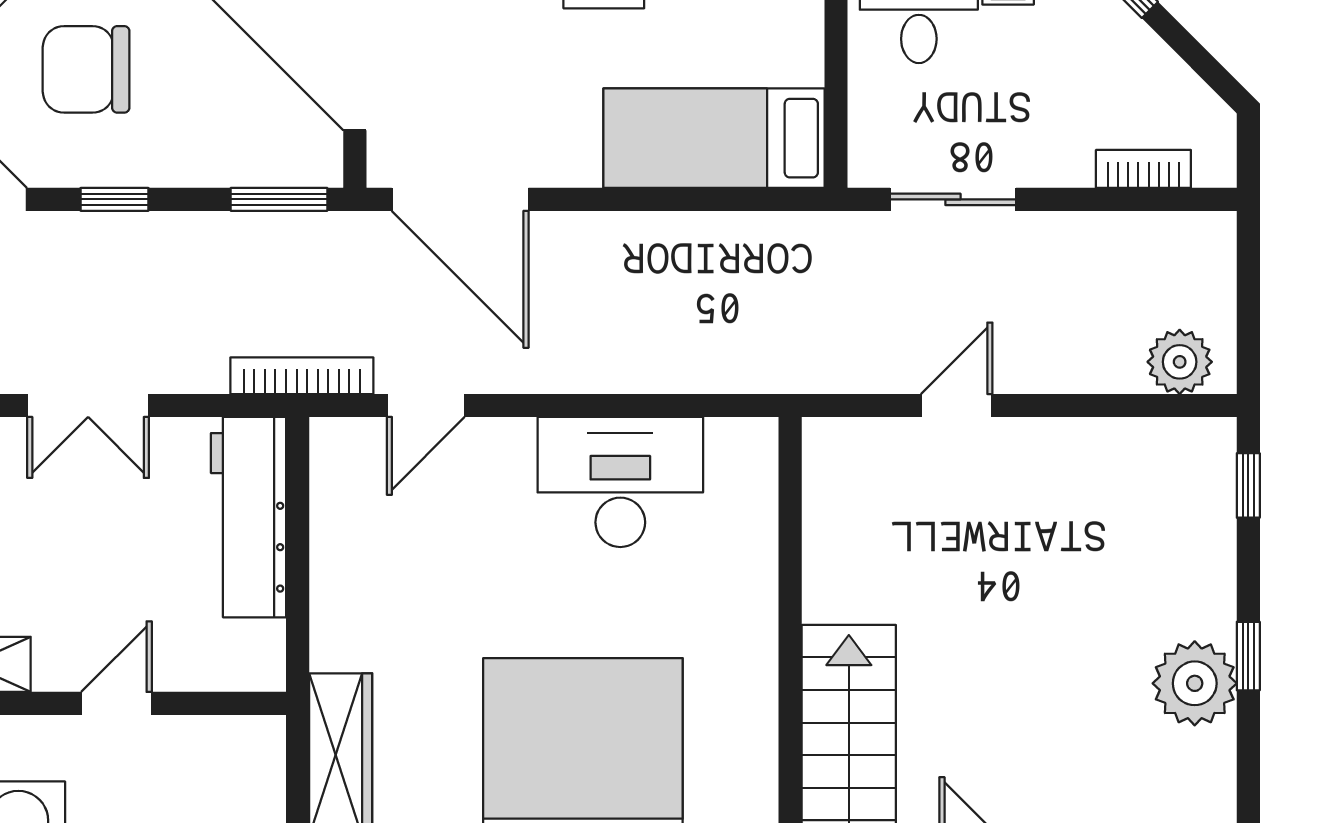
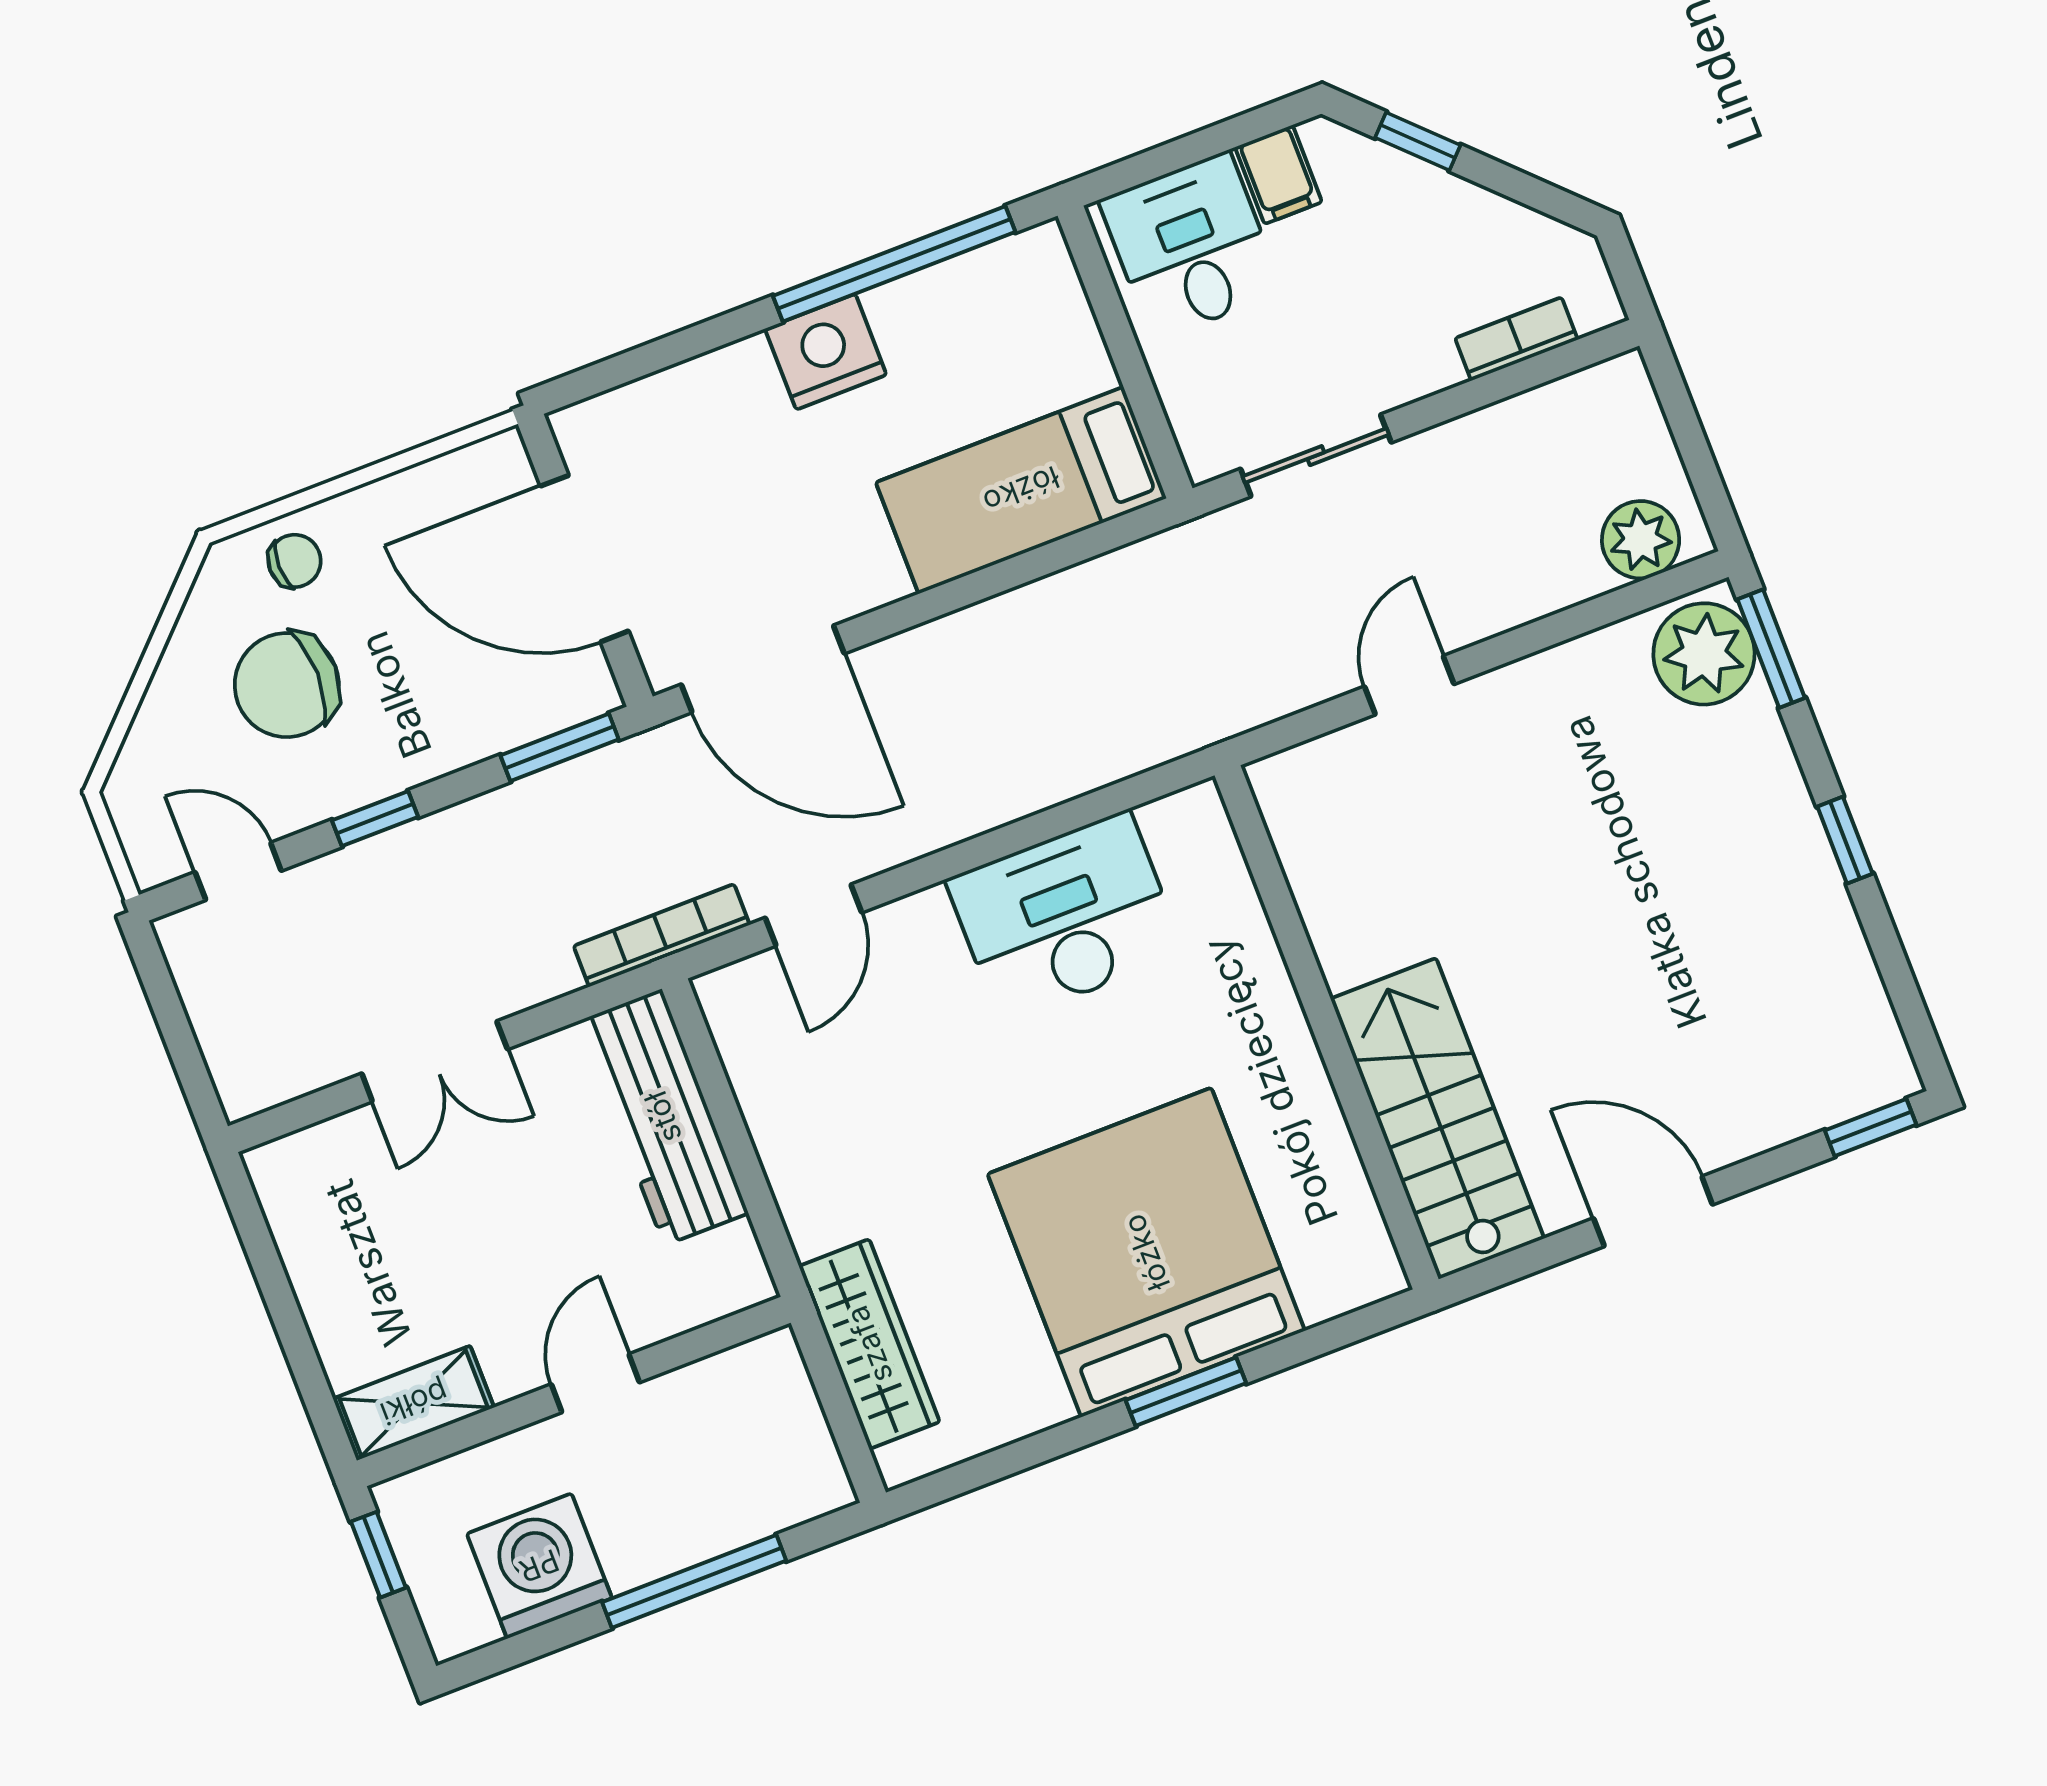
window: (1248, 485) -> (1771, 649), width x1.50
plant: (1195, 683) -> (1704, 654), moved

